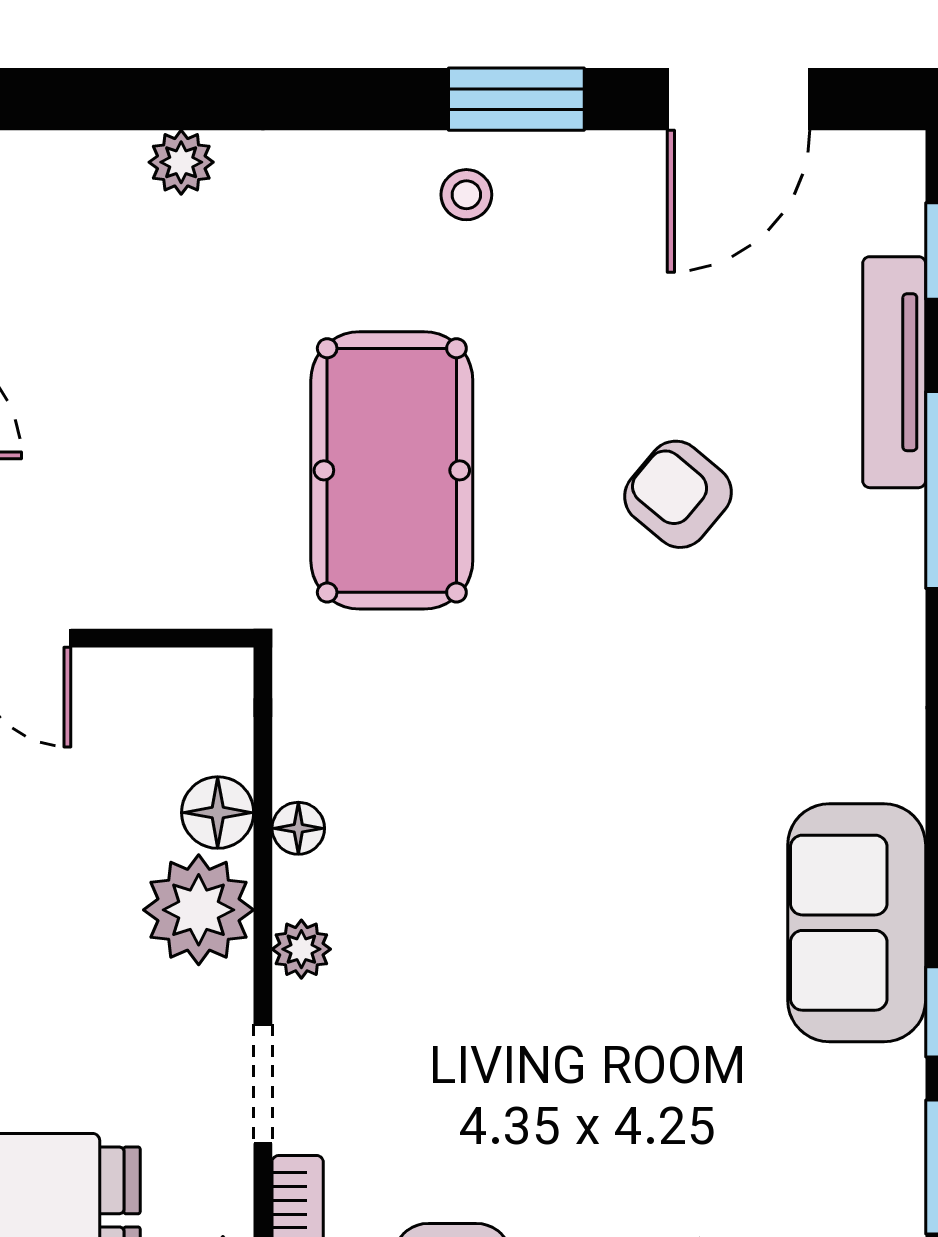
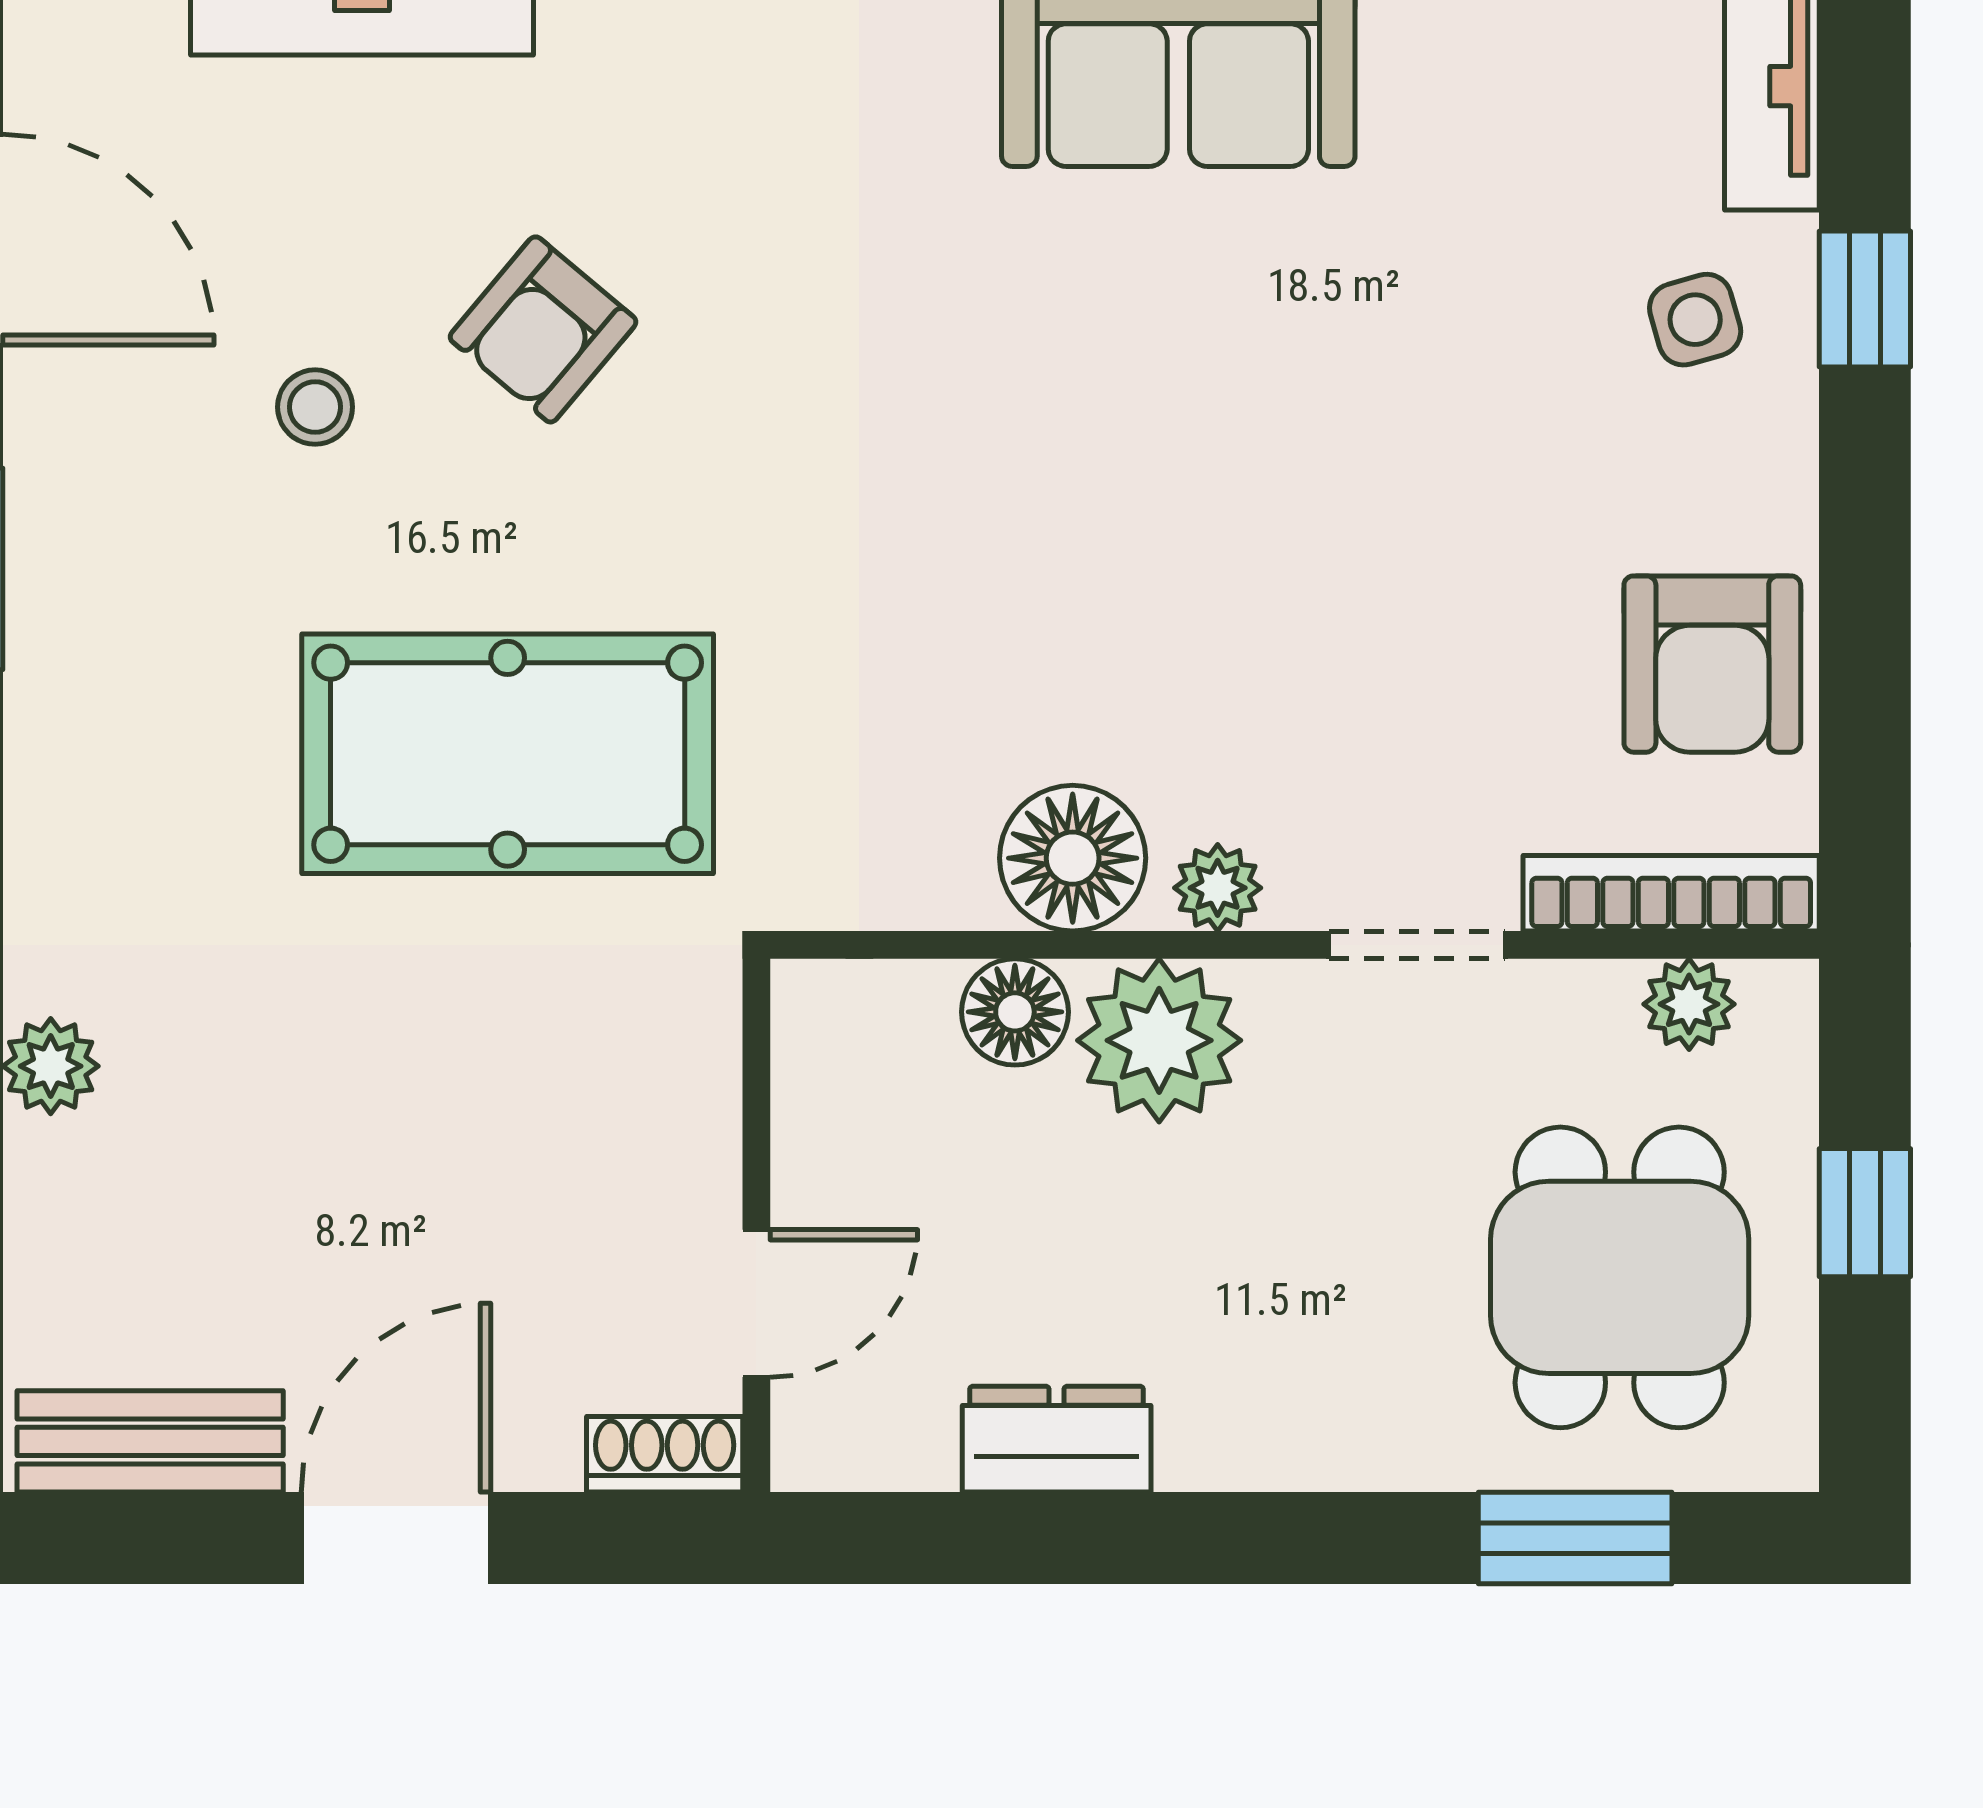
stool: (466, 195) -> (315, 407), moved
floor lamp: (298, 828) -> (1073, 858), width x1.89, depth x1.89

